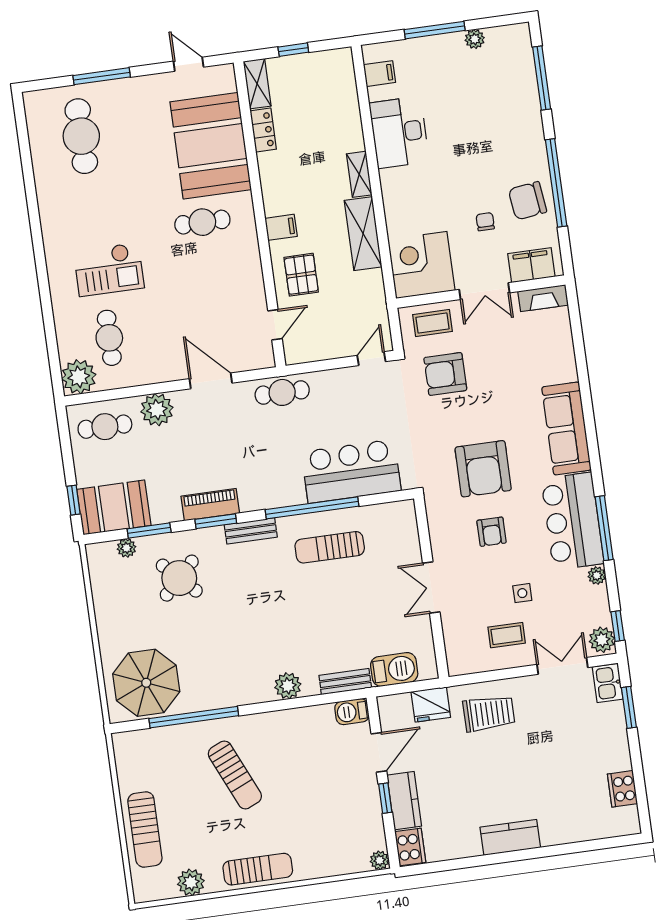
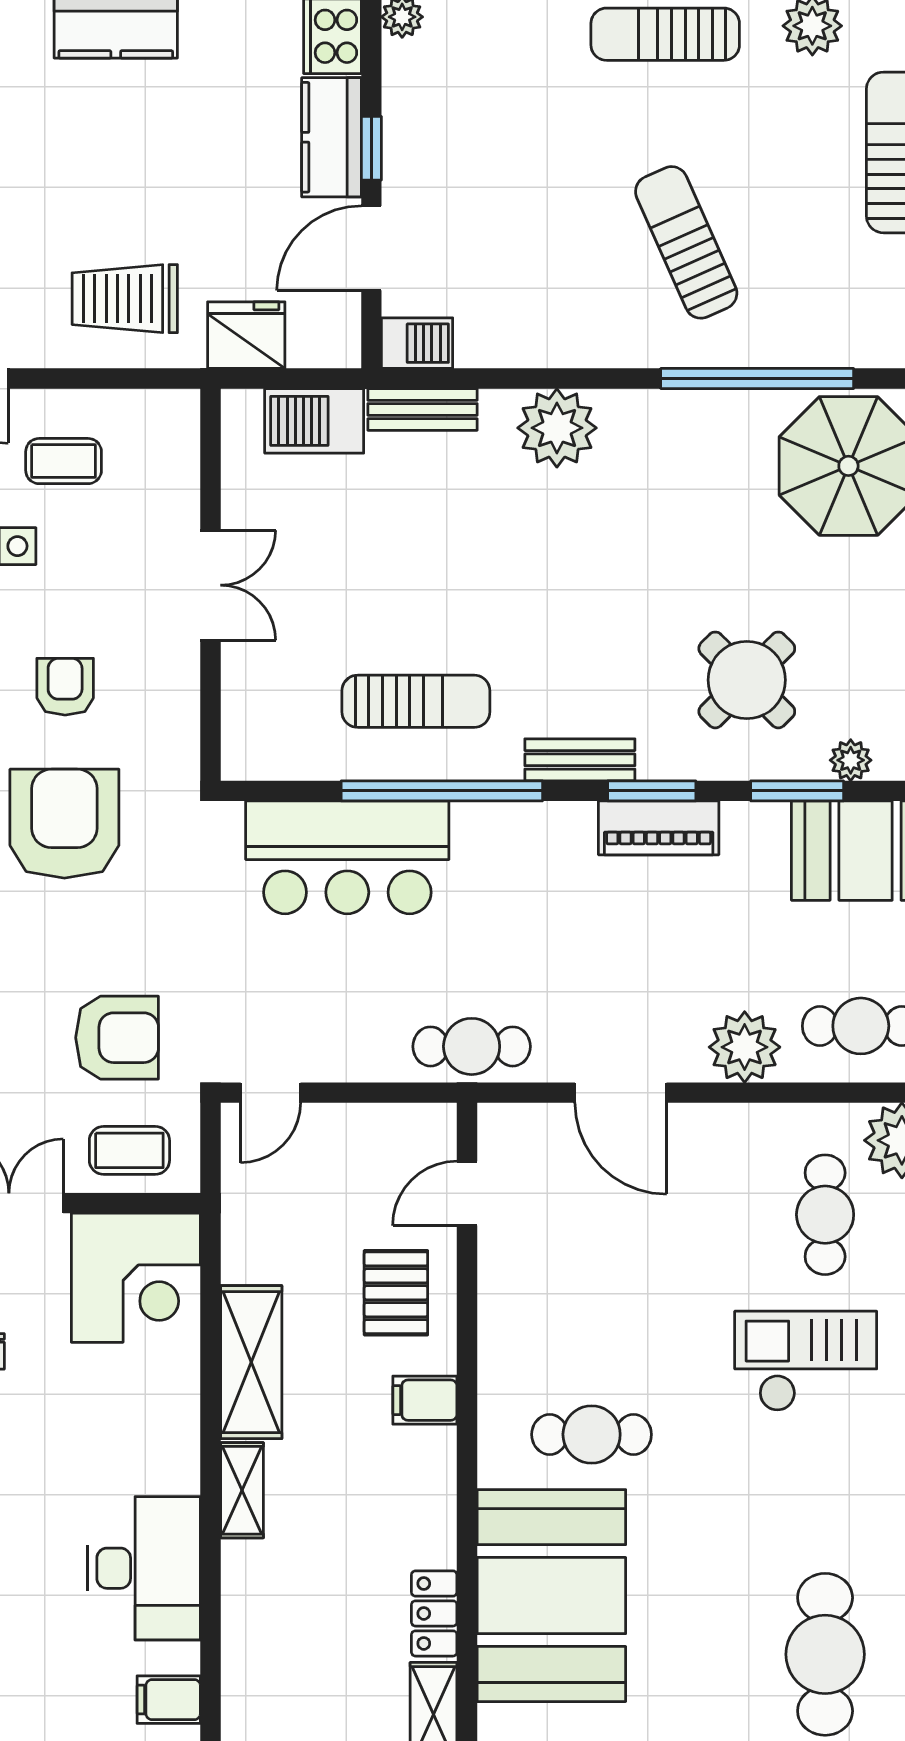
plant: (288, 686) -> (557, 428), width x1.36, depth x1.36

